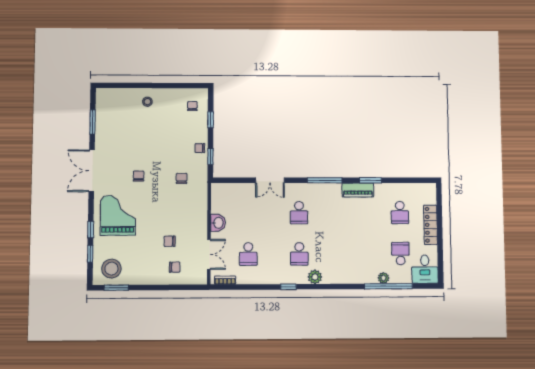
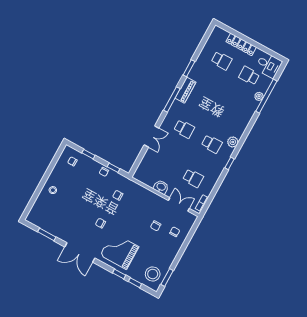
piano: (358, 190) -> (185, 90), moved

